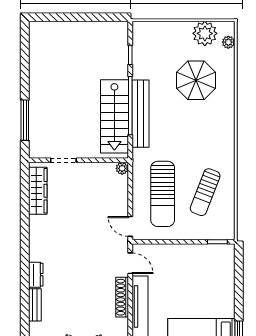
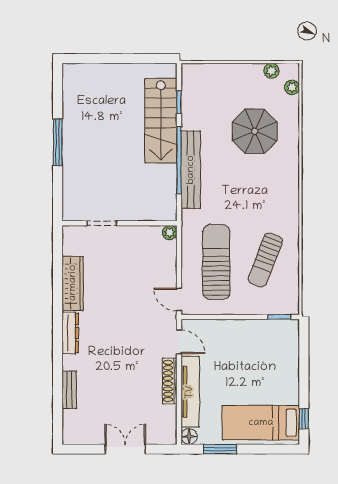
plant: (205, 33) -> (271, 71), width x0.53, depth x0.53
stairs: (114, 116) -> (161, 121), moved
window: (25, 120) -> (58, 142), moved
wardrobe: (38, 191) -> (73, 283), moved
sun lounger: (163, 194) -> (216, 262), turned 180
dresser: (36, 275) -> (70, 333), moved, width x1.44

